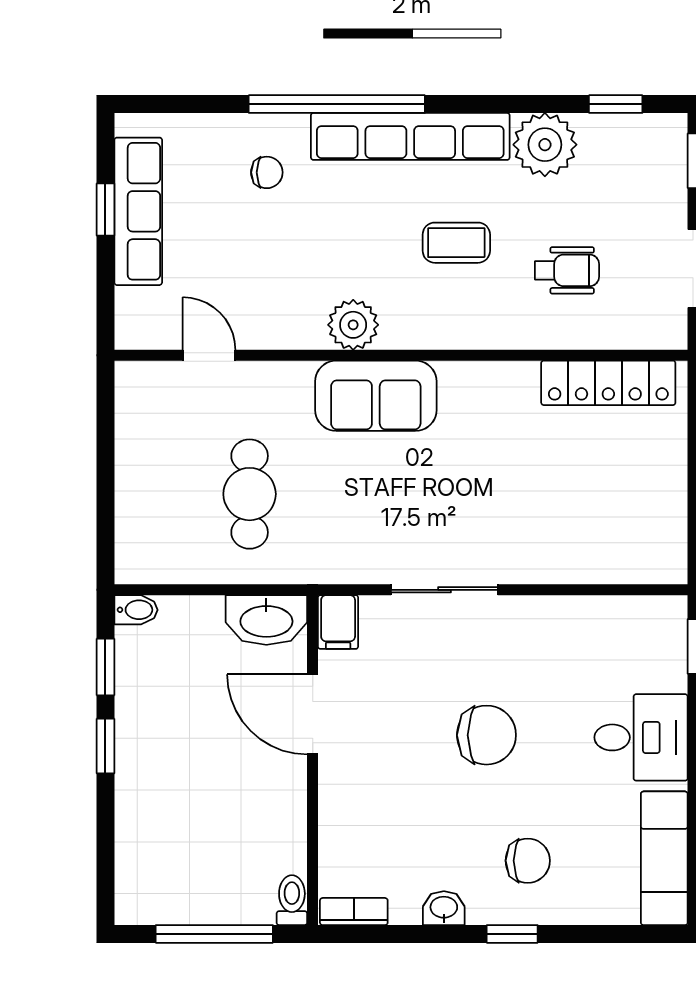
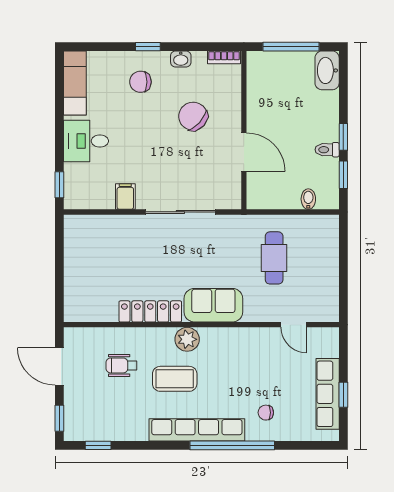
plant: (545, 145) -> (132, 426), removed
coffee table: (456, 243) -> (175, 379), width x1.36, depth x1.30
plant: (353, 325) -> (187, 339), moved
locker: (608, 383) -> (150, 311), moved
sliding door: (444, 590) -> (180, 212), width x1.37
bidet: (136, 610) -> (308, 199), moved, turned 90
washbasin: (266, 620) -> (327, 70), moved, turned -90
filing cabinet: (338, 622) -> (125, 196), moved
chair: (486, 735) -> (193, 116), moved, turned 42
toilet: (292, 900) -> (327, 150), moved, turned 90

